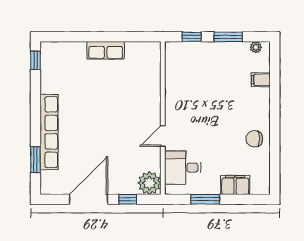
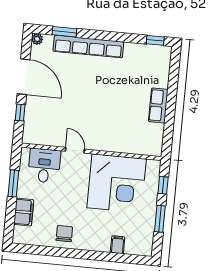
plant: (256, 47) -> (148, 243), removed
corner desk: (194, 87) -> (117, 183), added
plant: (149, 183) -> (37, 39), moved, width x0.53, depth x0.53

